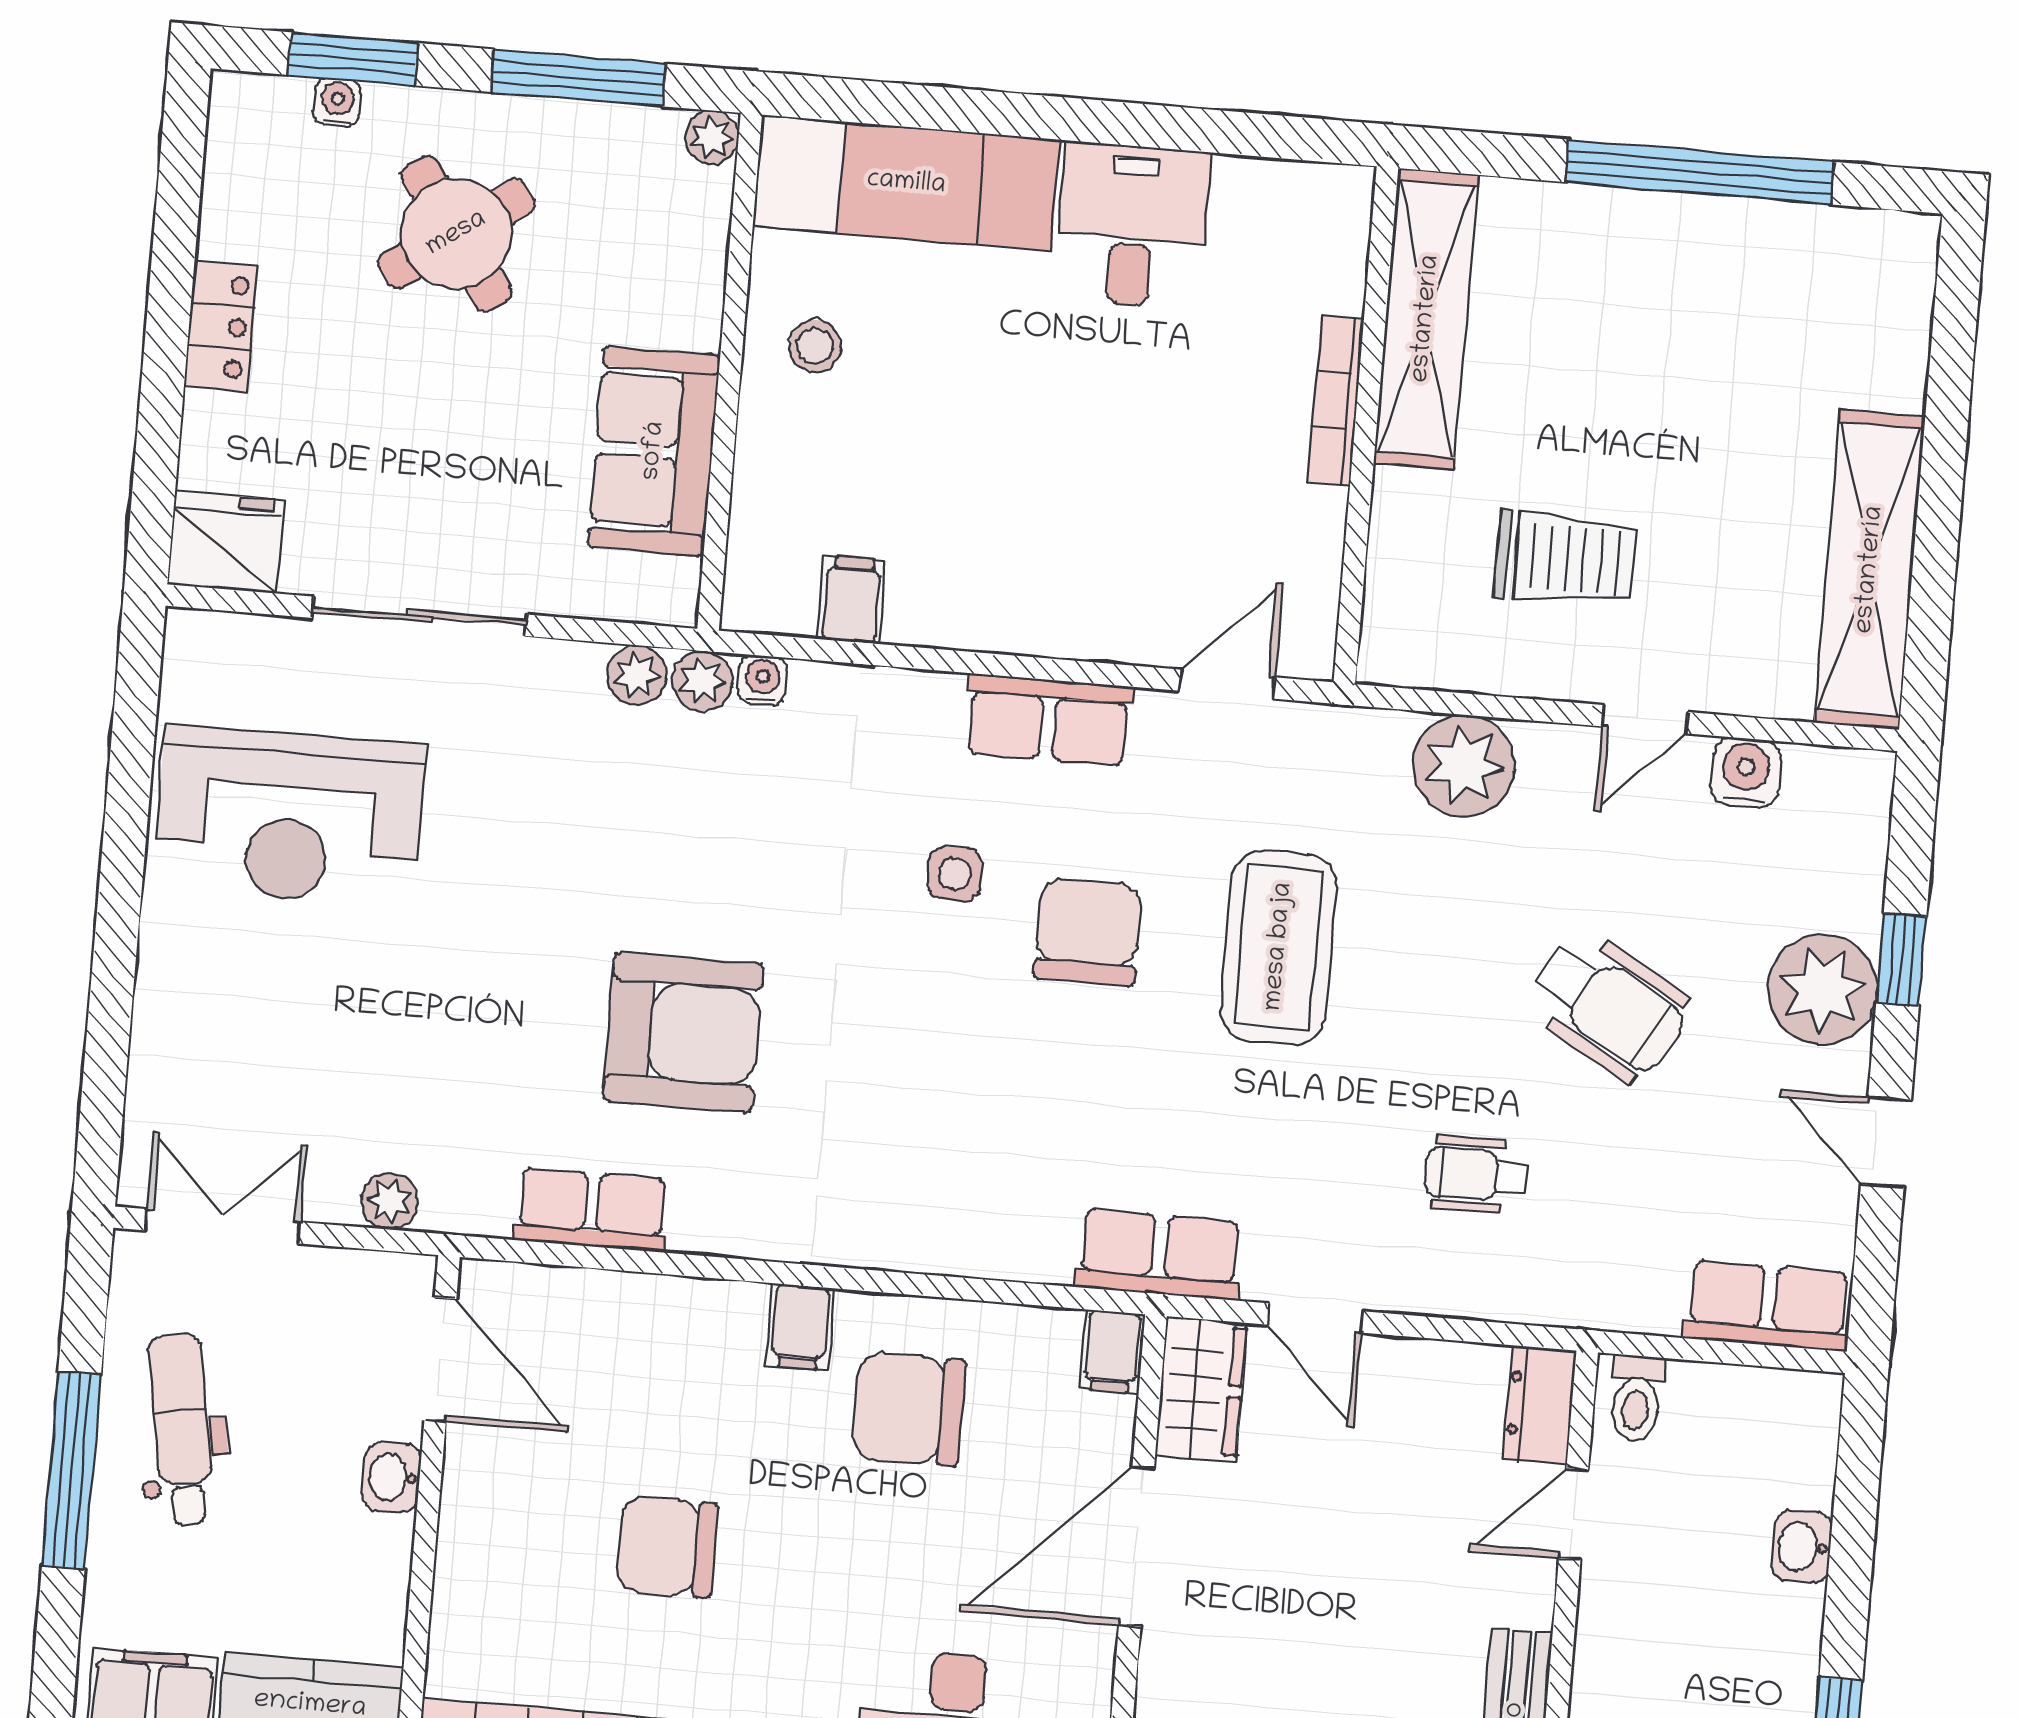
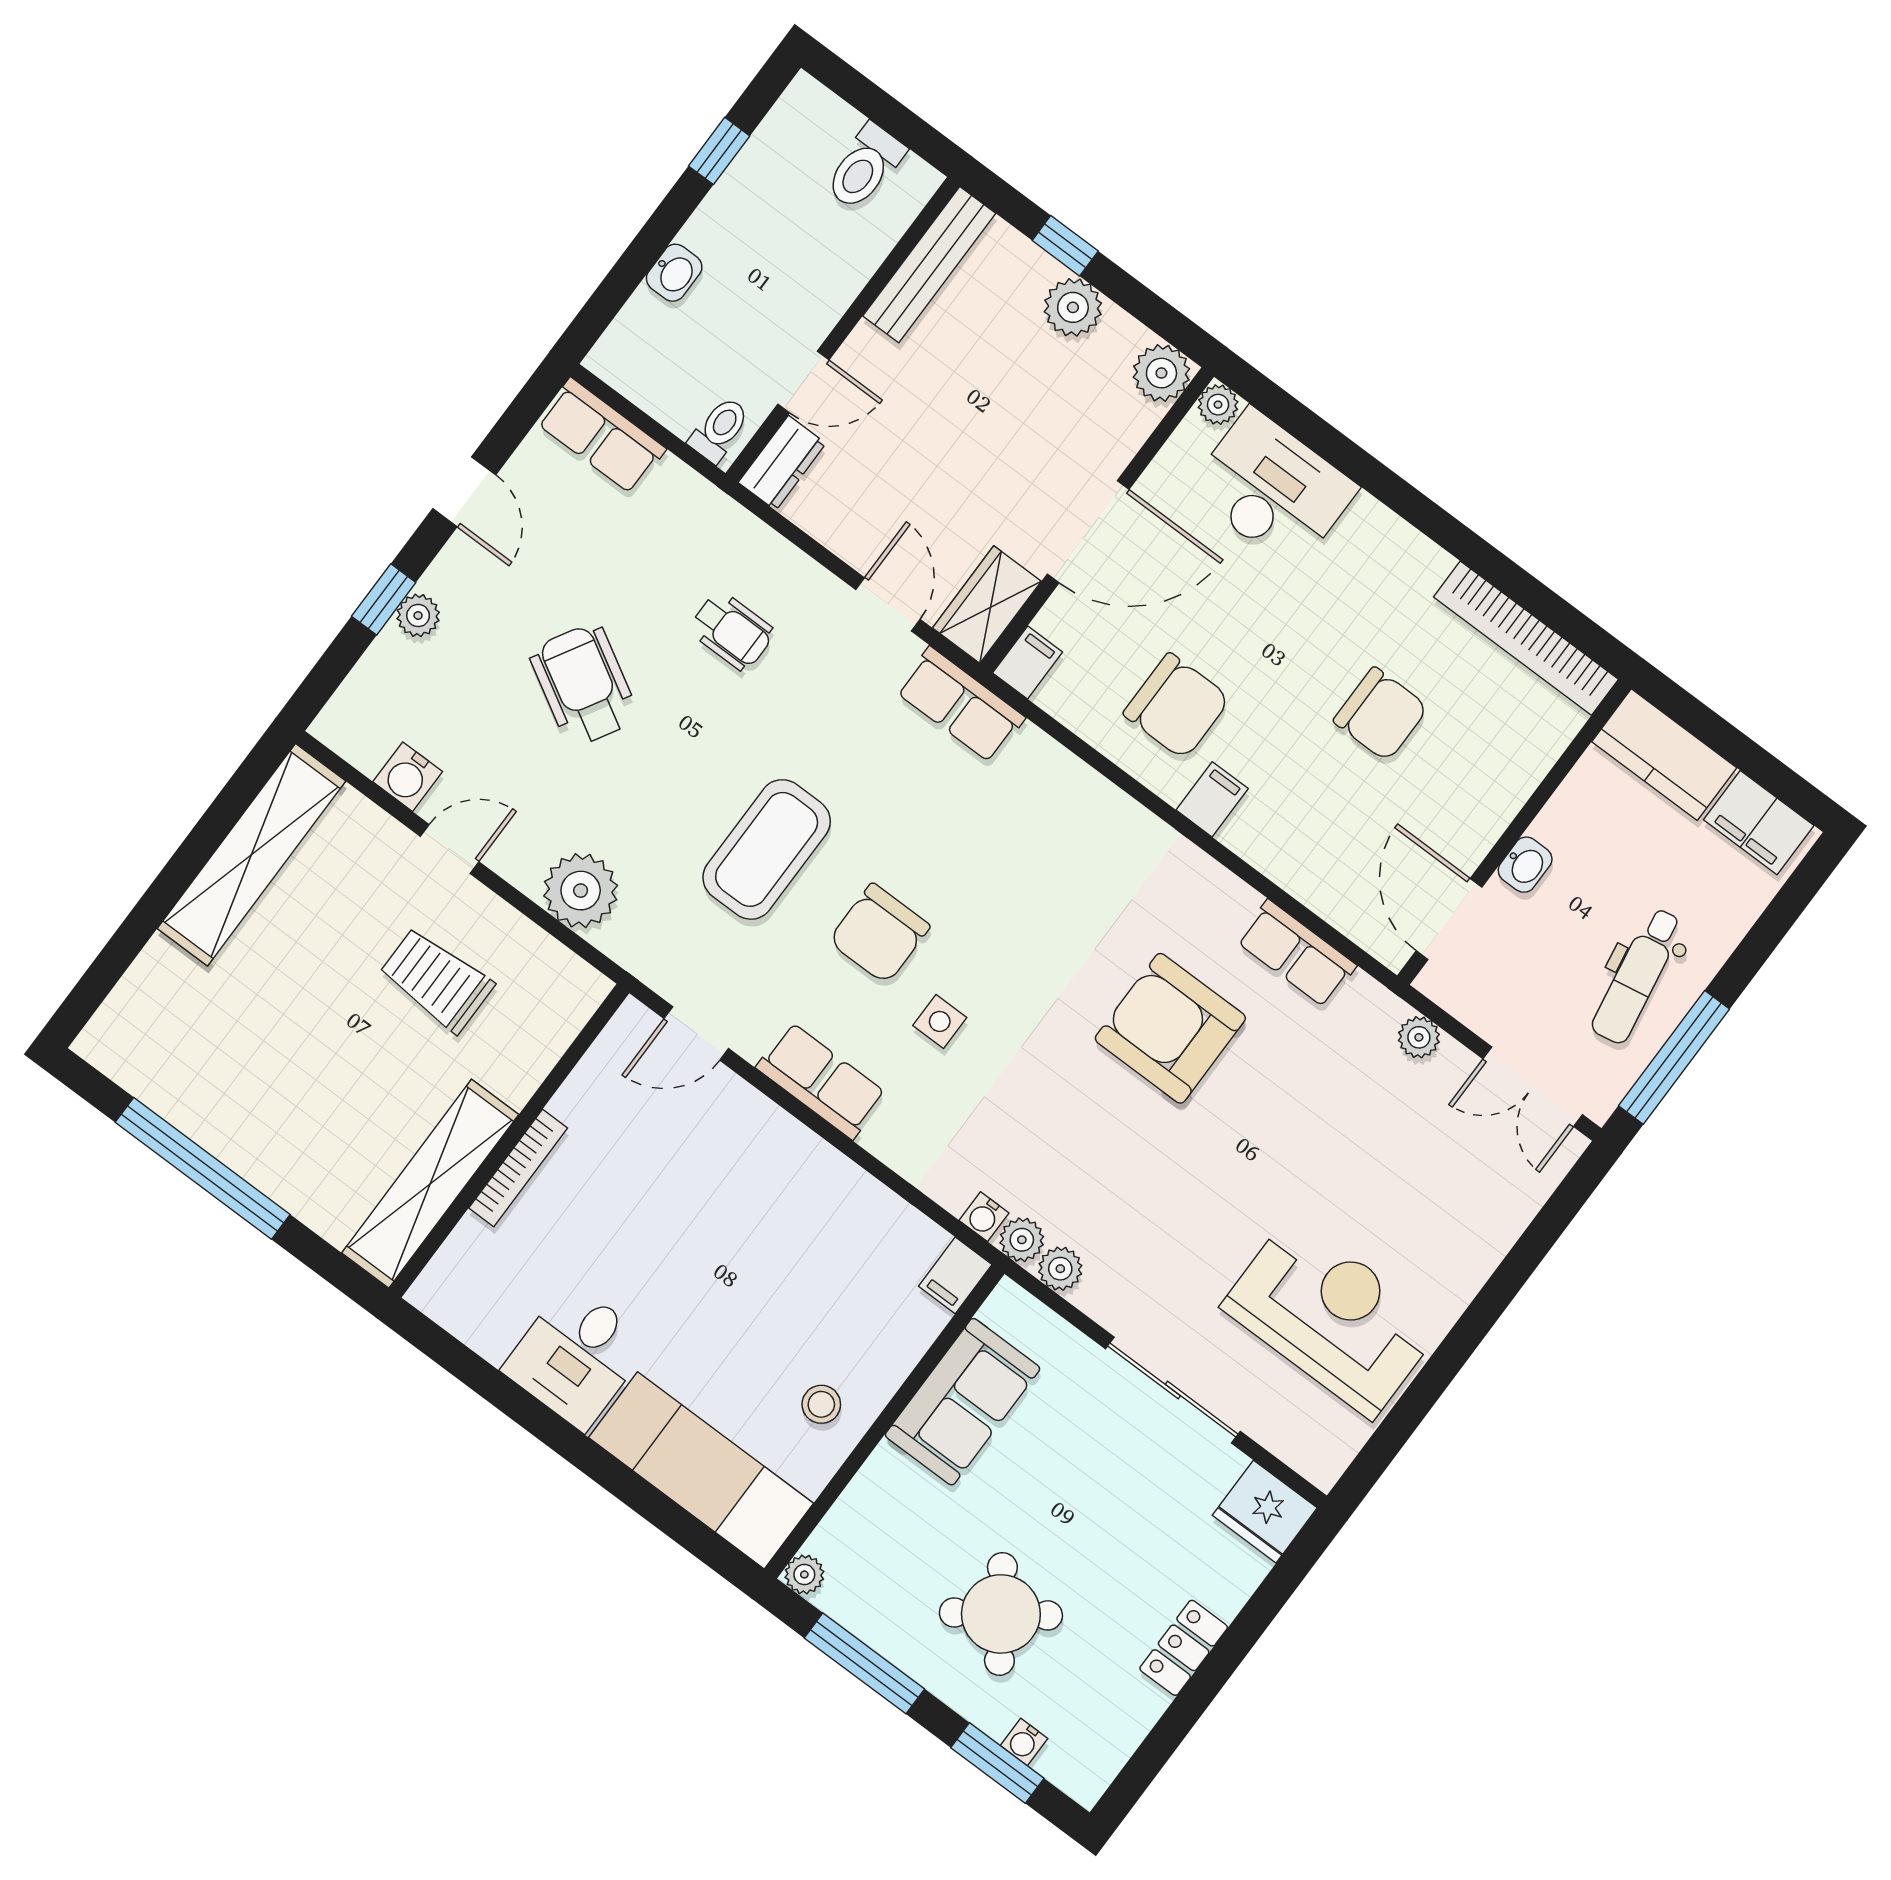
filing cabinet: (852, 600) -> (955, 1275), moved
plant: (1822, 989) -> (418, 615), width x0.53, depth x0.53
window: (71, 1470) -> (1674, 1057), moved

